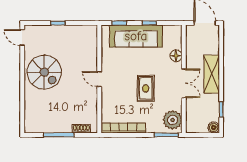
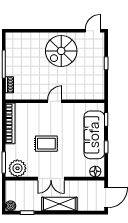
floor lamp: (176, 56) -> (95, 171), moved

